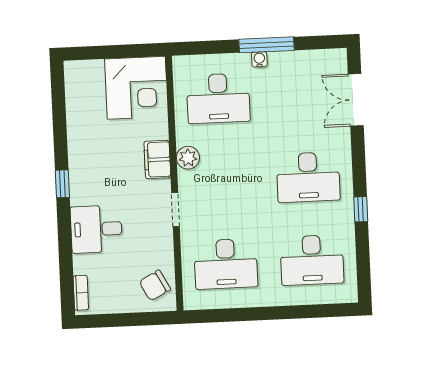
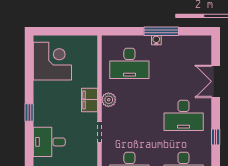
corner desk: (136, 88) -> (52, 61), moved, turned -90
double door: (356, 100) -> (216, 81), moved

